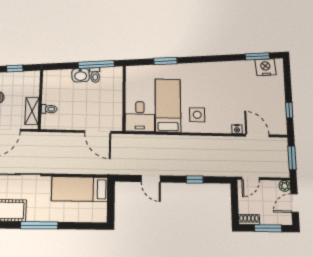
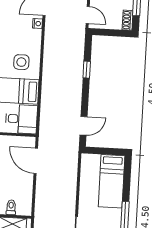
door: (98, 132) -> (36, 161), swing flipped
door: (151, 179) -> (84, 126), moved
bed: (80, 189) -> (112, 181), moved

